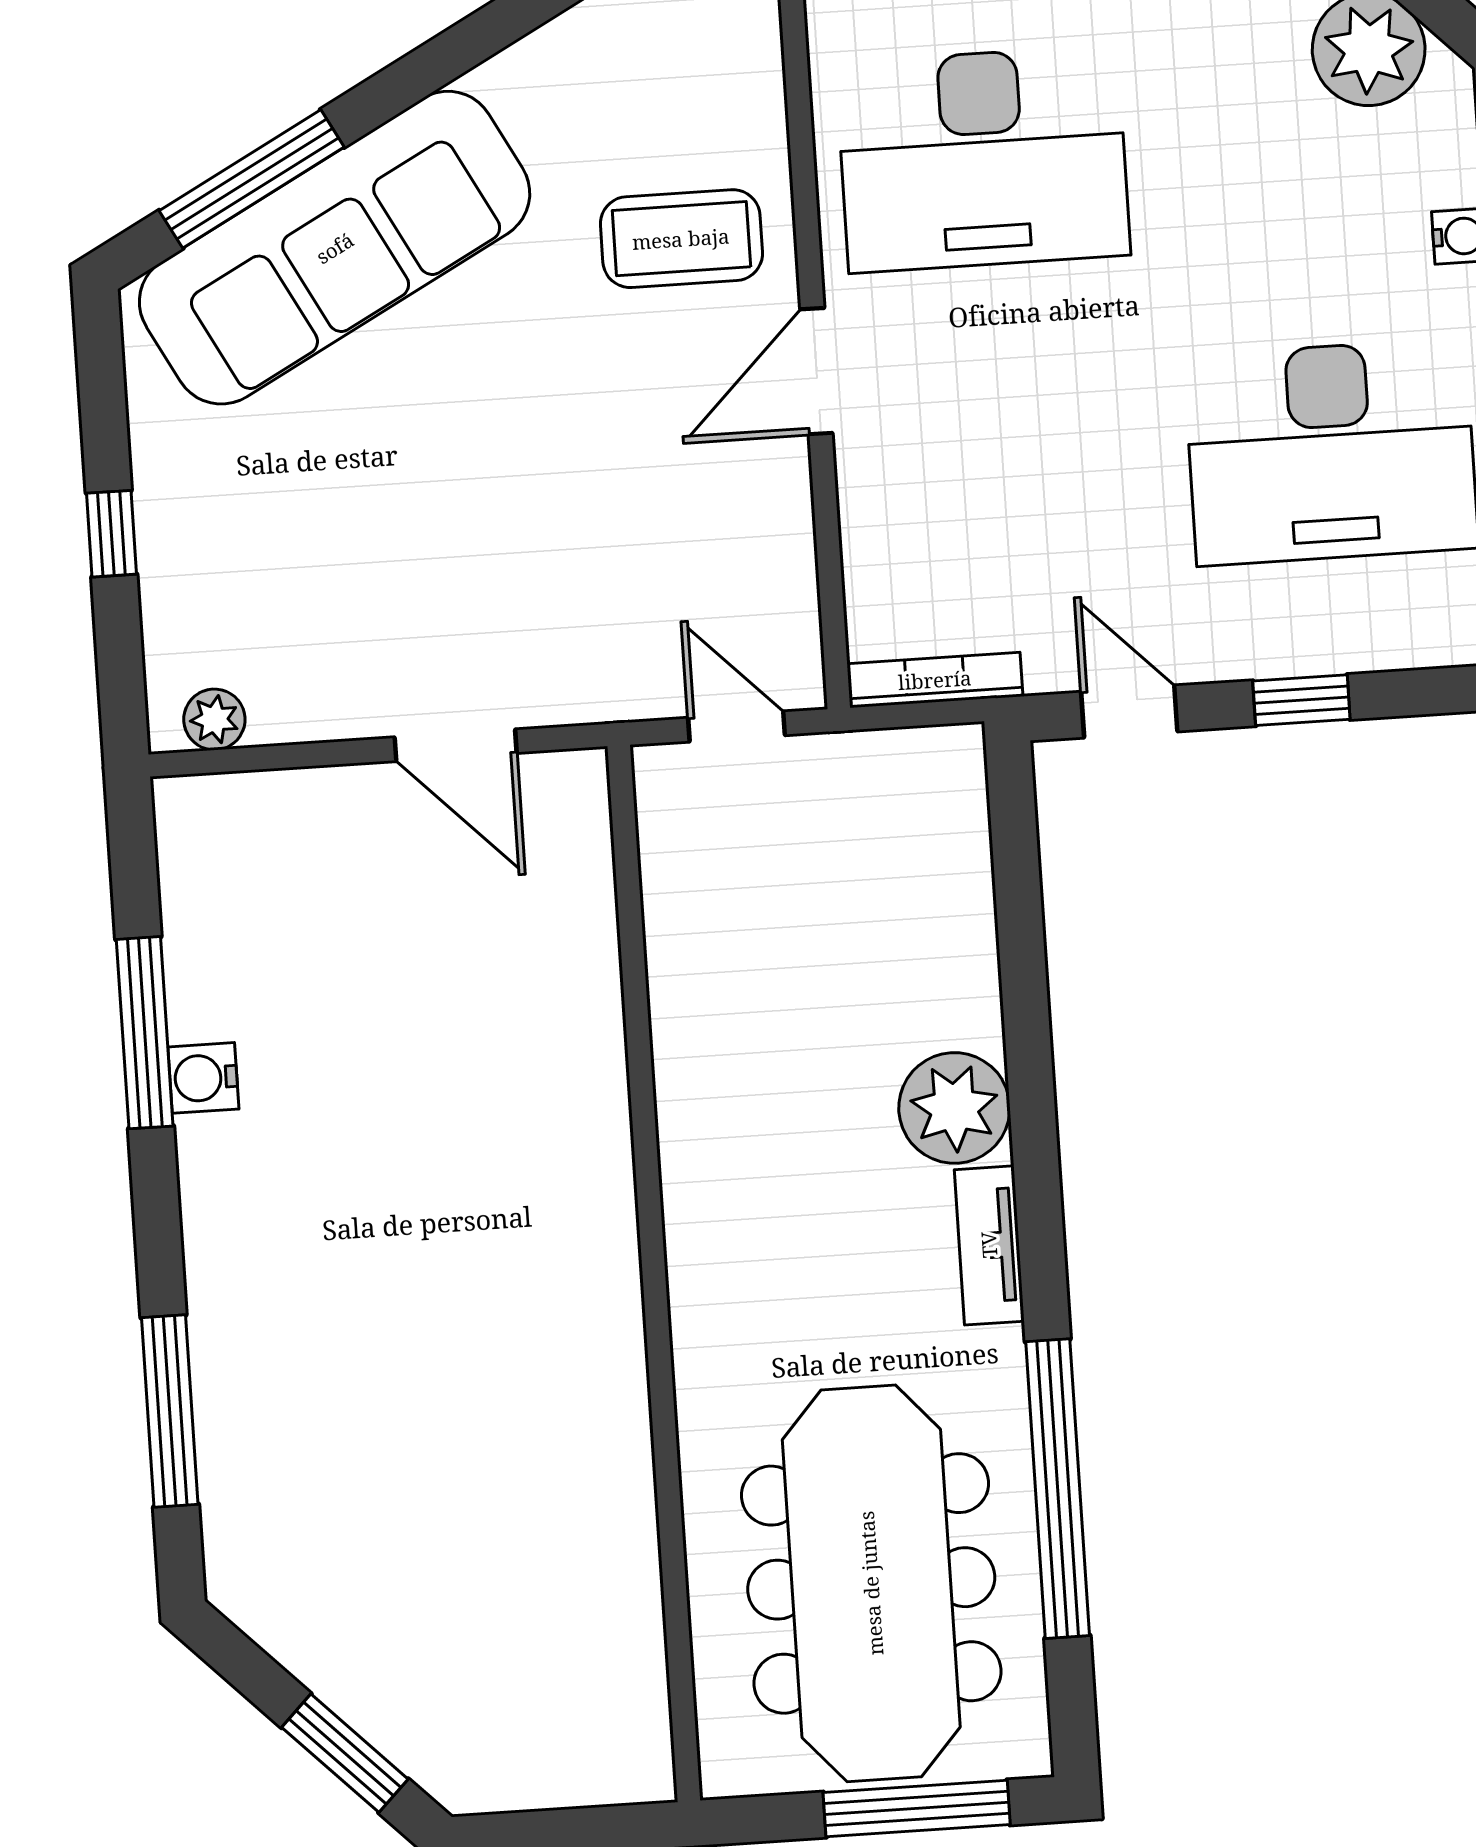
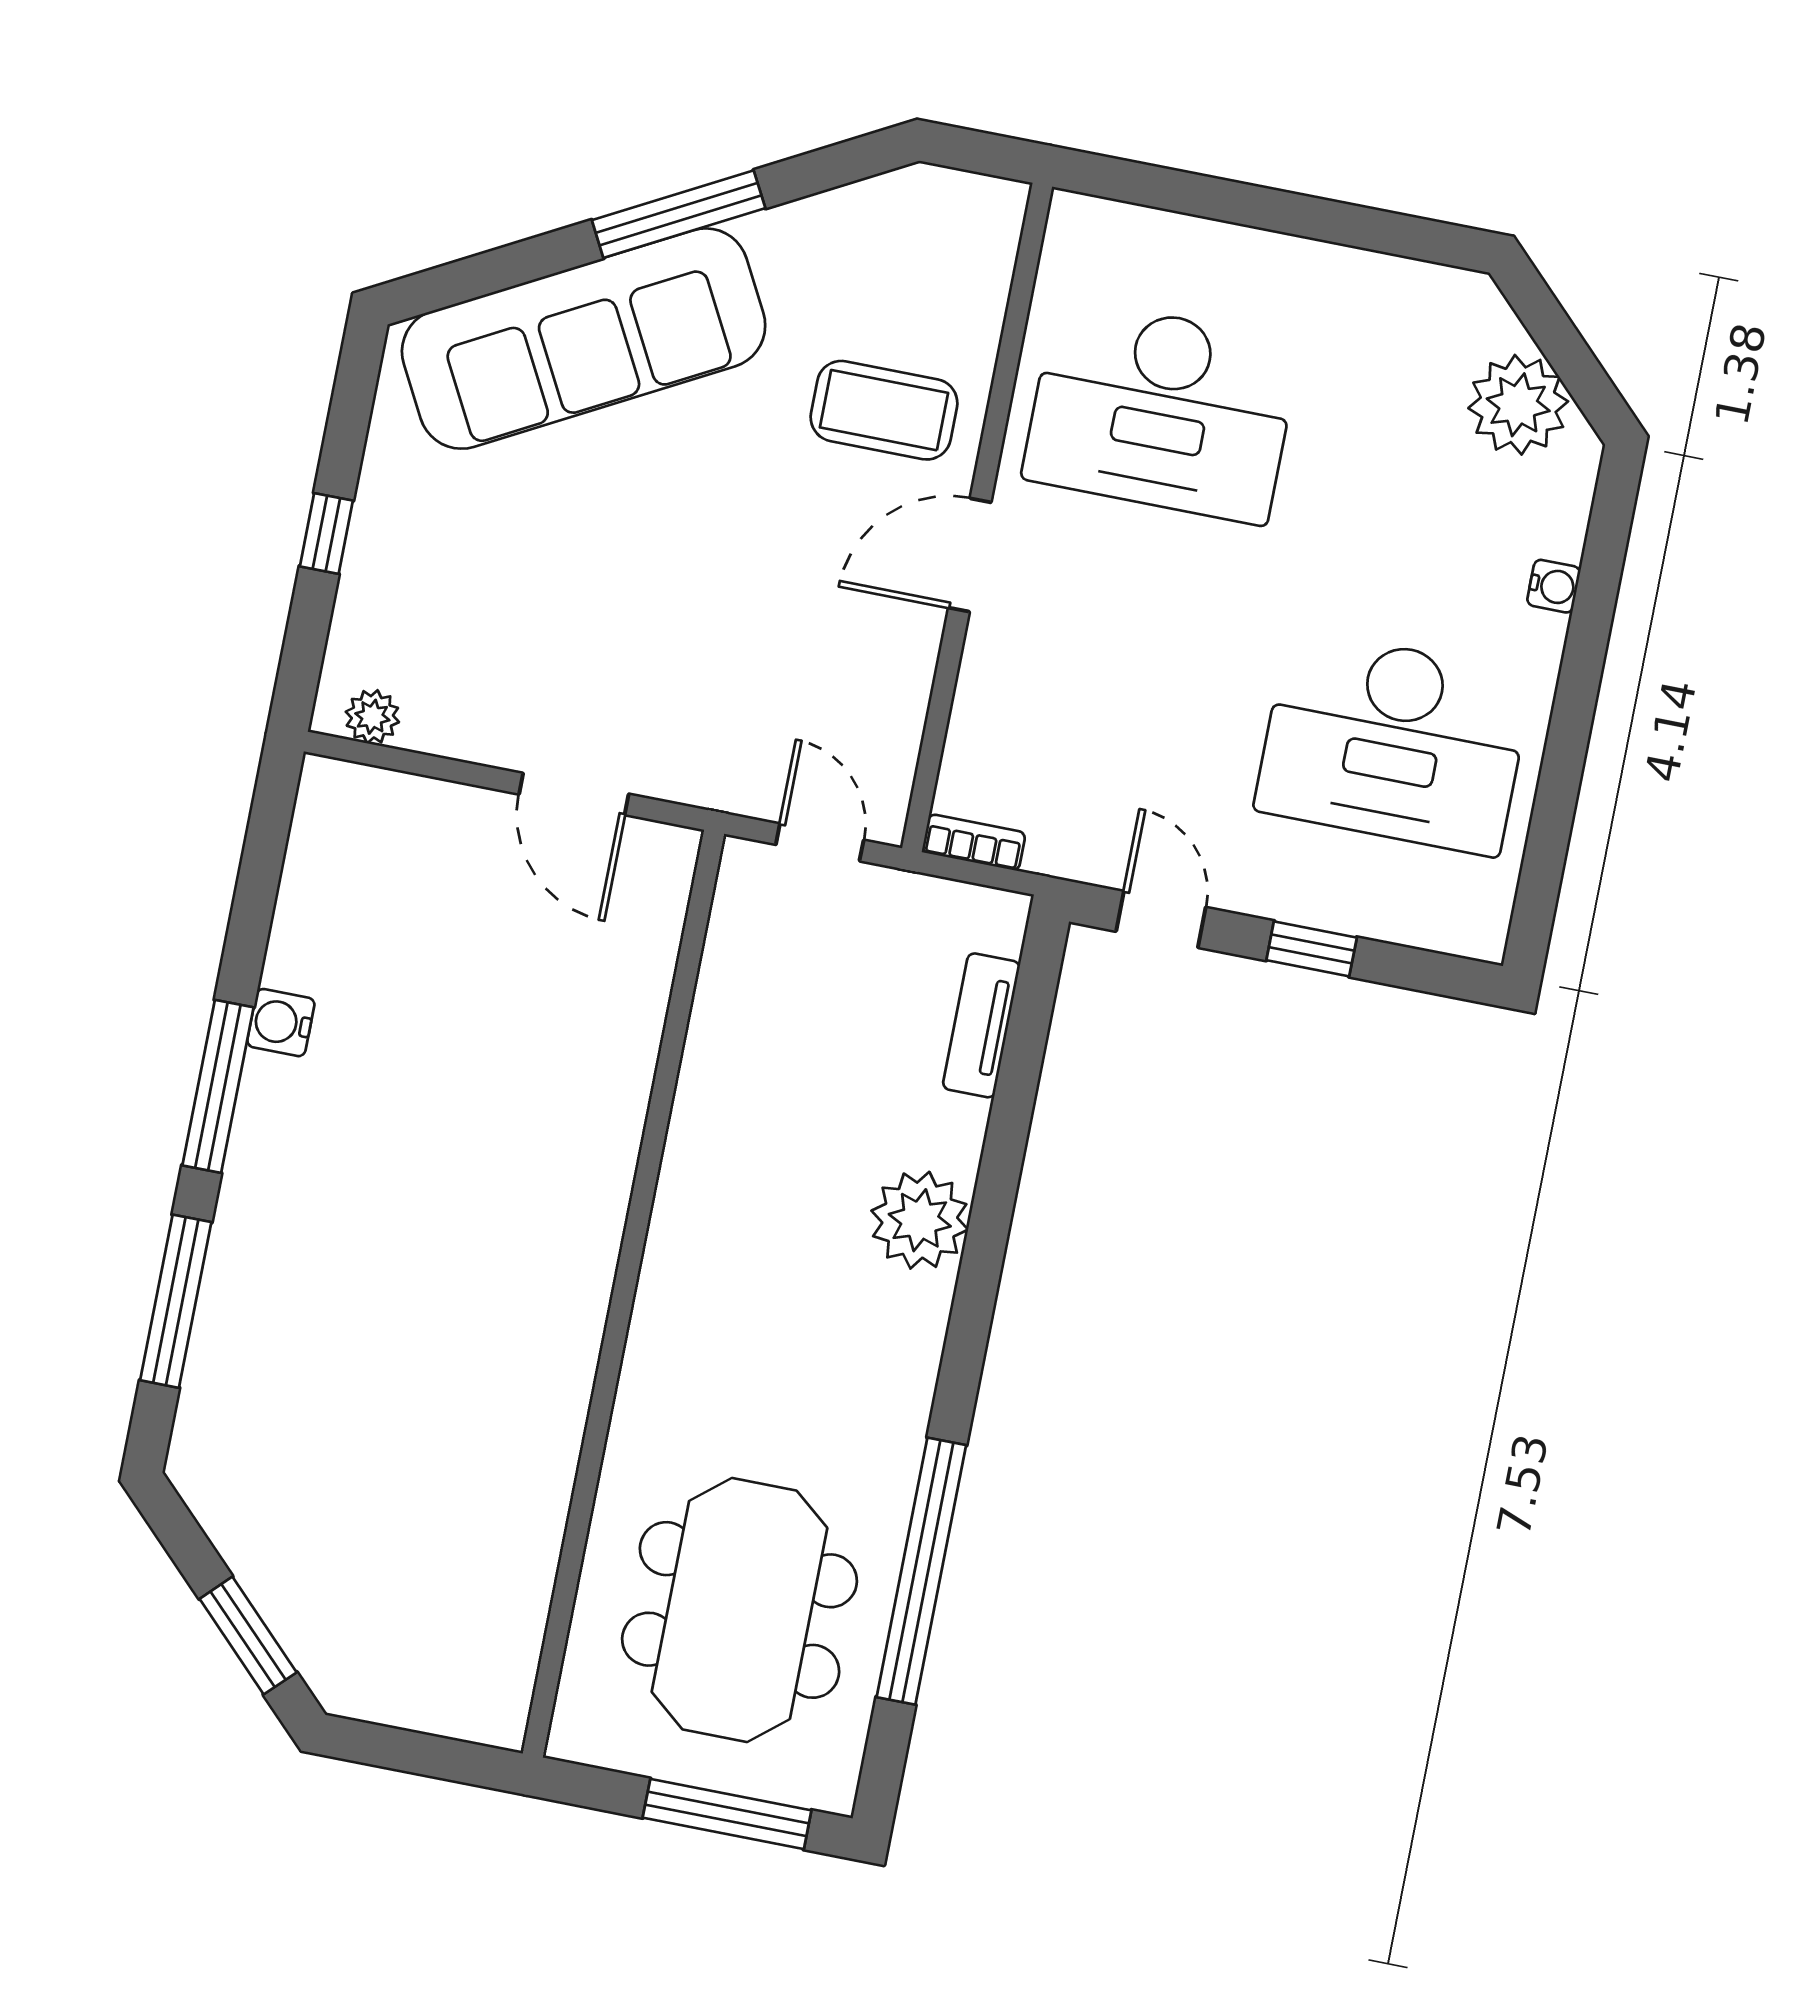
window: (252, 179) -> (679, 214), moved
bookcase: (935, 680) -> (974, 842), width x0.64
window: (145, 1033) -> (218, 1086), moved
tv unit: (989, 1245) -> (981, 1025), moved
meeting table: (871, 1583) -> (740, 1610), width x0.73

